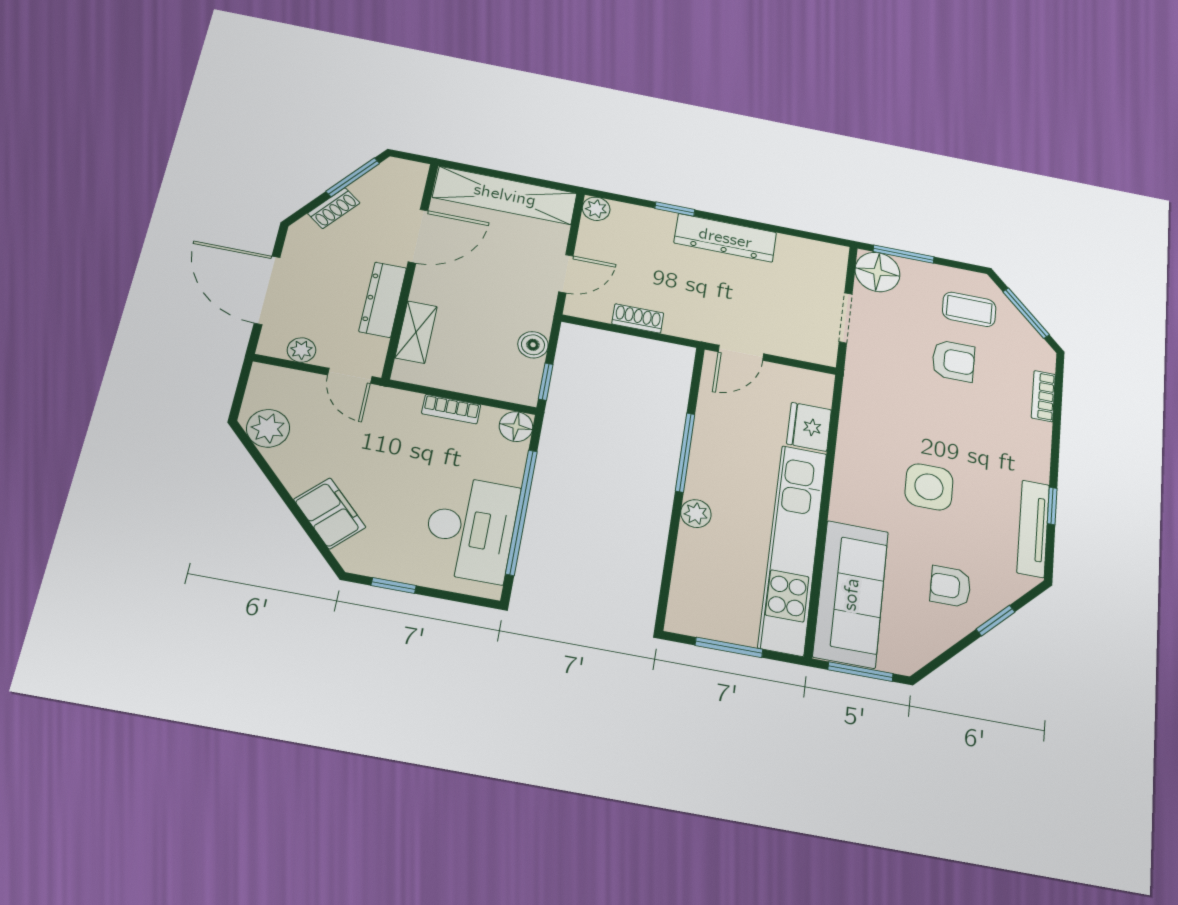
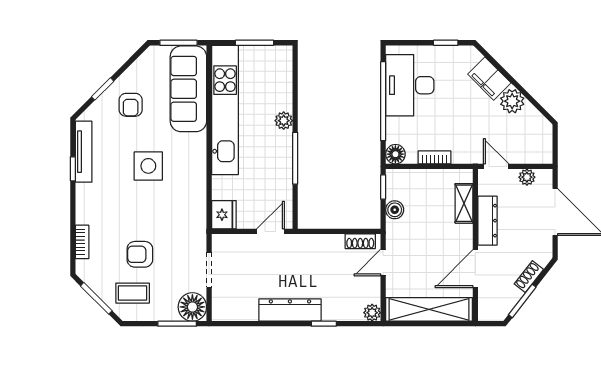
shoe rack: (638, 318) -> (360, 241), moved
fridge: (809, 427) -> (224, 215), moved
plant: (268, 428) -> (512, 101), moved
armchair: (950, 587) -> (131, 105), turned 90

